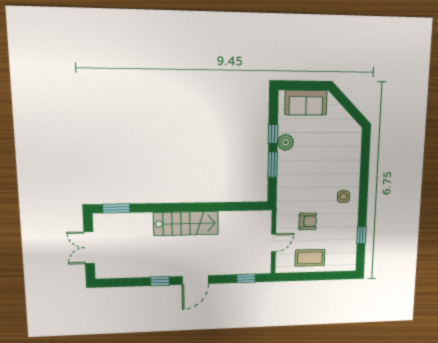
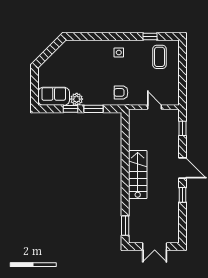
sofa: (306, 103) -> (54, 96), moved, turned -90
armchair: (308, 221) -> (121, 92), moved, turned -90
coffee table: (310, 258) -> (159, 57), moved

